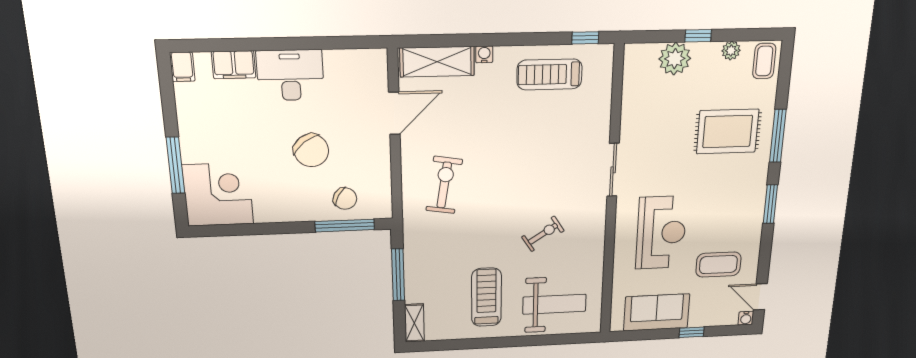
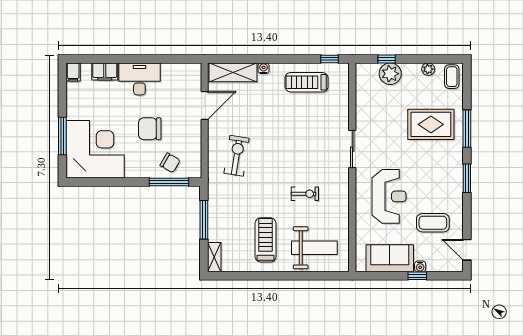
window: (698, 36) -> (387, 59), moved
chair: (311, 150) -> (150, 129), turned 127
corner desk: (218, 195) -> (95, 149), width x1.36, depth x1.36
exercise bike: (543, 234) -> (305, 194), turned 33
water cooler: (746, 318) -> (420, 266), moved

